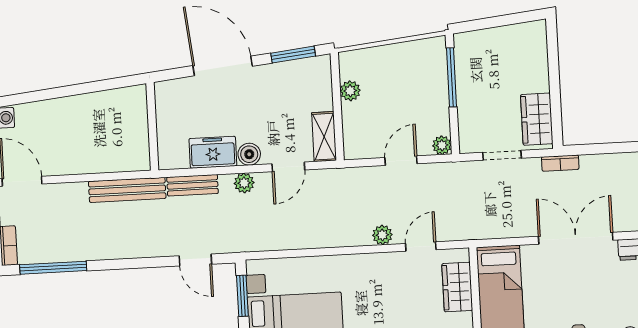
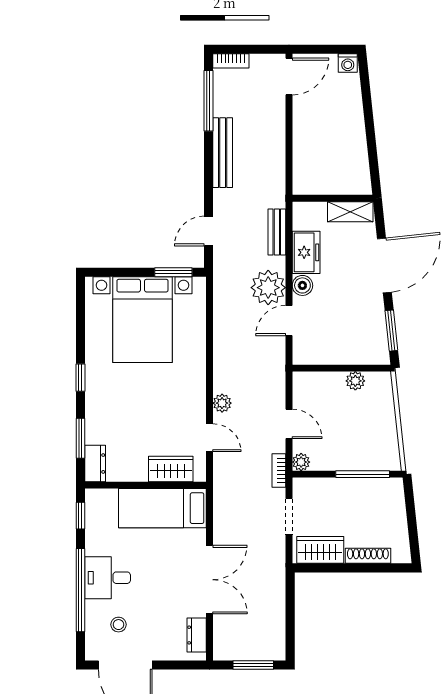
shoe rack: (540, 67) -> (368, 556), added
shelving: (324, 137) -> (350, 212), moved
bookcase: (560, 163) -> (279, 470), moved
door: (288, 167) -> (289, 321), hinge flipped
plant: (244, 183) -> (268, 288), width x1.87, depth x1.87
bench: (127, 190) -> (223, 153), moved

